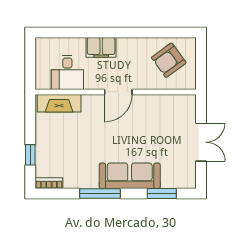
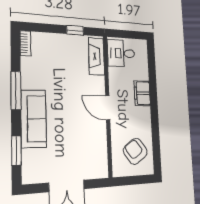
desk: (67, 72) -> (121, 53), moved
window: (30, 155) -> (75, 30), moved

